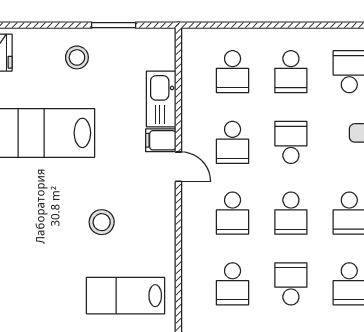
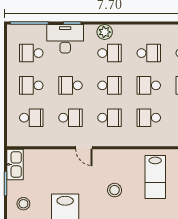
school desk: (291, 72) -> (31, 85), turned 180
kitchen sink: (161, 99) -> (15, 164), moved, turned -90
filing cabinet: (161, 140) -> (69, 157), removed
door: (178, 167) -> (84, 148), swing flipped
school desk: (233, 284) -> (149, 118), turned 180

